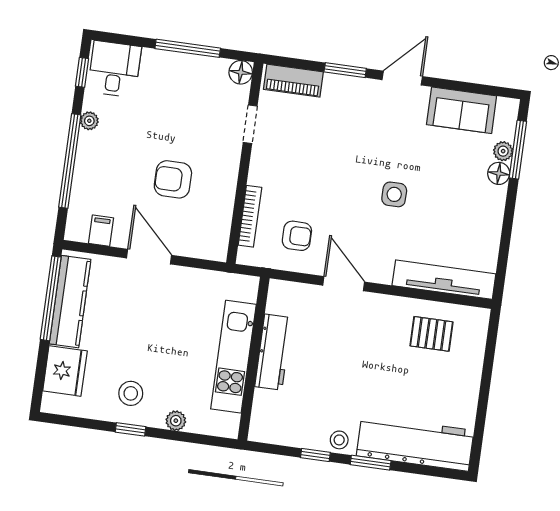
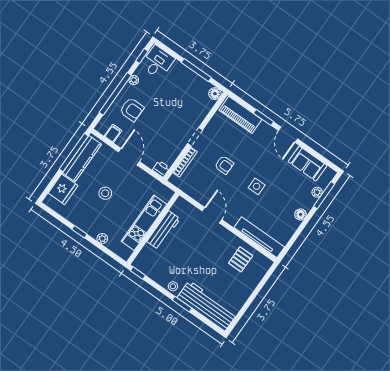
door: (402, 78) -> (288, 135), swing flipped
piano: (293, 81) -> (240, 115), width x1.37, depth x1.33
doorway: (250, 124) -> (195, 137), moved
floor lamp: (499, 173) -> (301, 214), moved
armchair: (173, 179) -> (132, 109), moved, turned 180
armchair: (297, 236) -> (224, 165), moved
printer: (215, 249) -> (161, 169), added
pallet: (431, 334) -> (241, 259), turned 90
stool: (131, 393) -> (105, 193), moved
window: (315, 455) -> (138, 273), moved

